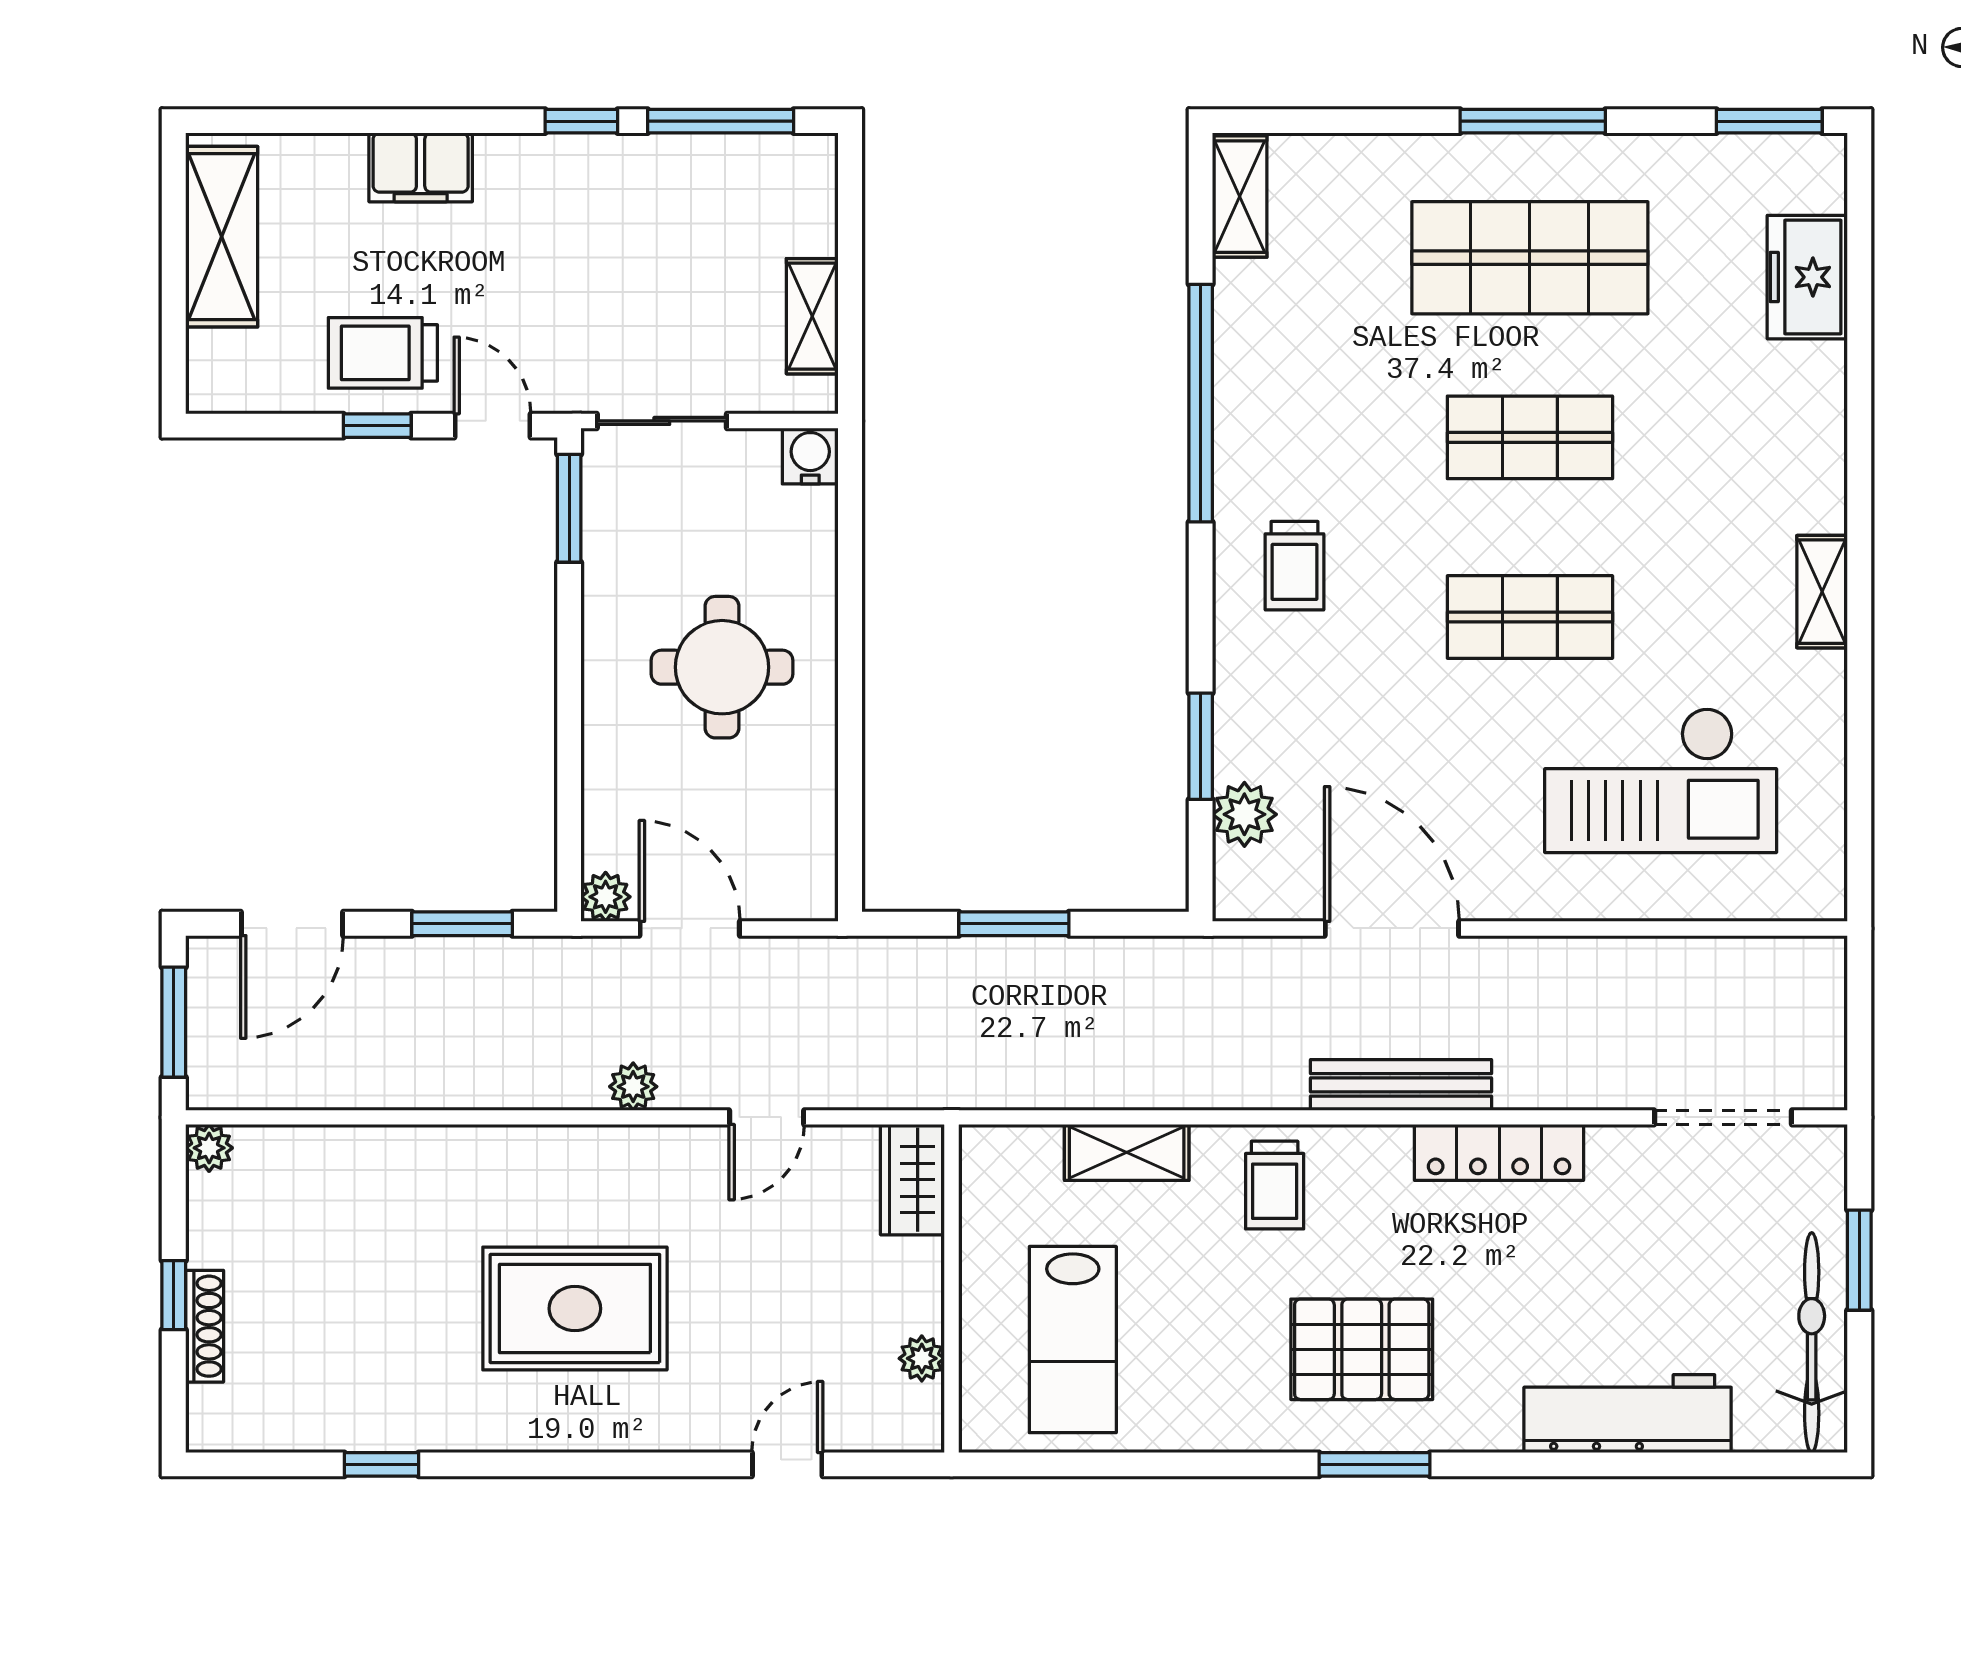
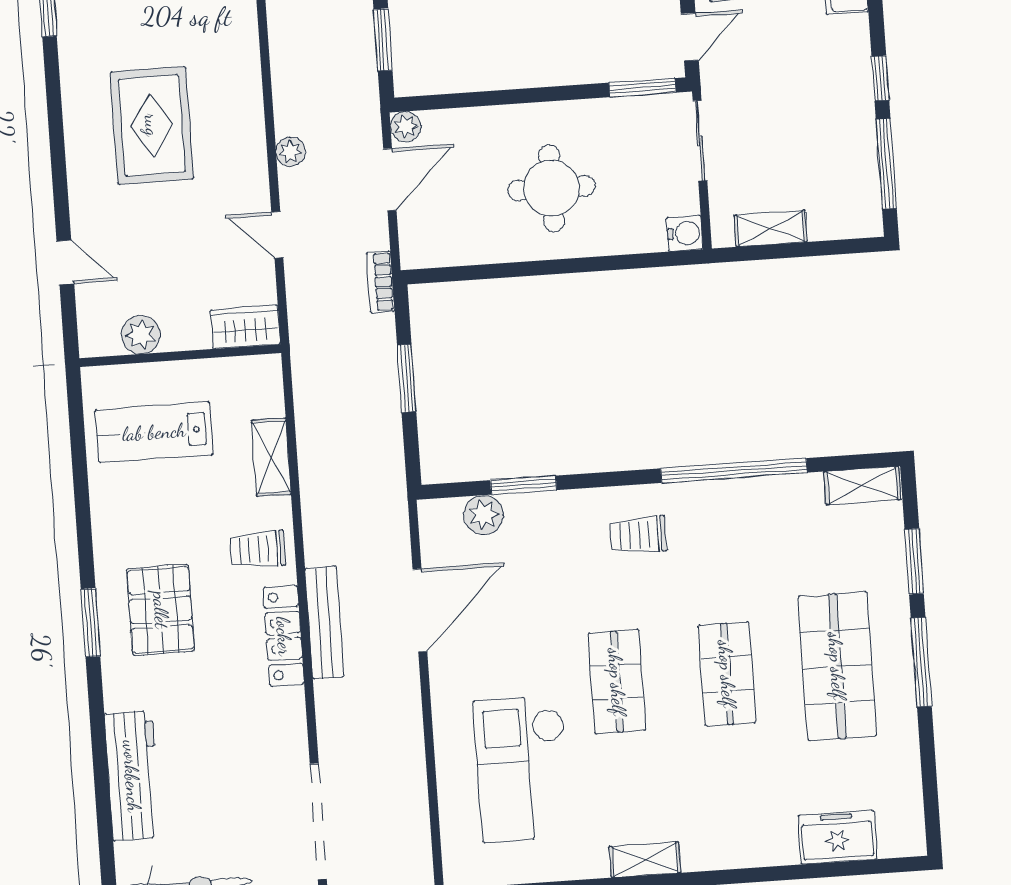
window: (1769, 121) -> (914, 561), moved
bookcase: (855, 955) -> (380, 282), added
doorway: (1723, 1117) -> (318, 821), width x1.36
locker: (1499, 1152) -> (284, 636), moved
plant: (922, 1358) -> (141, 335), width x1.38, depth x1.38

